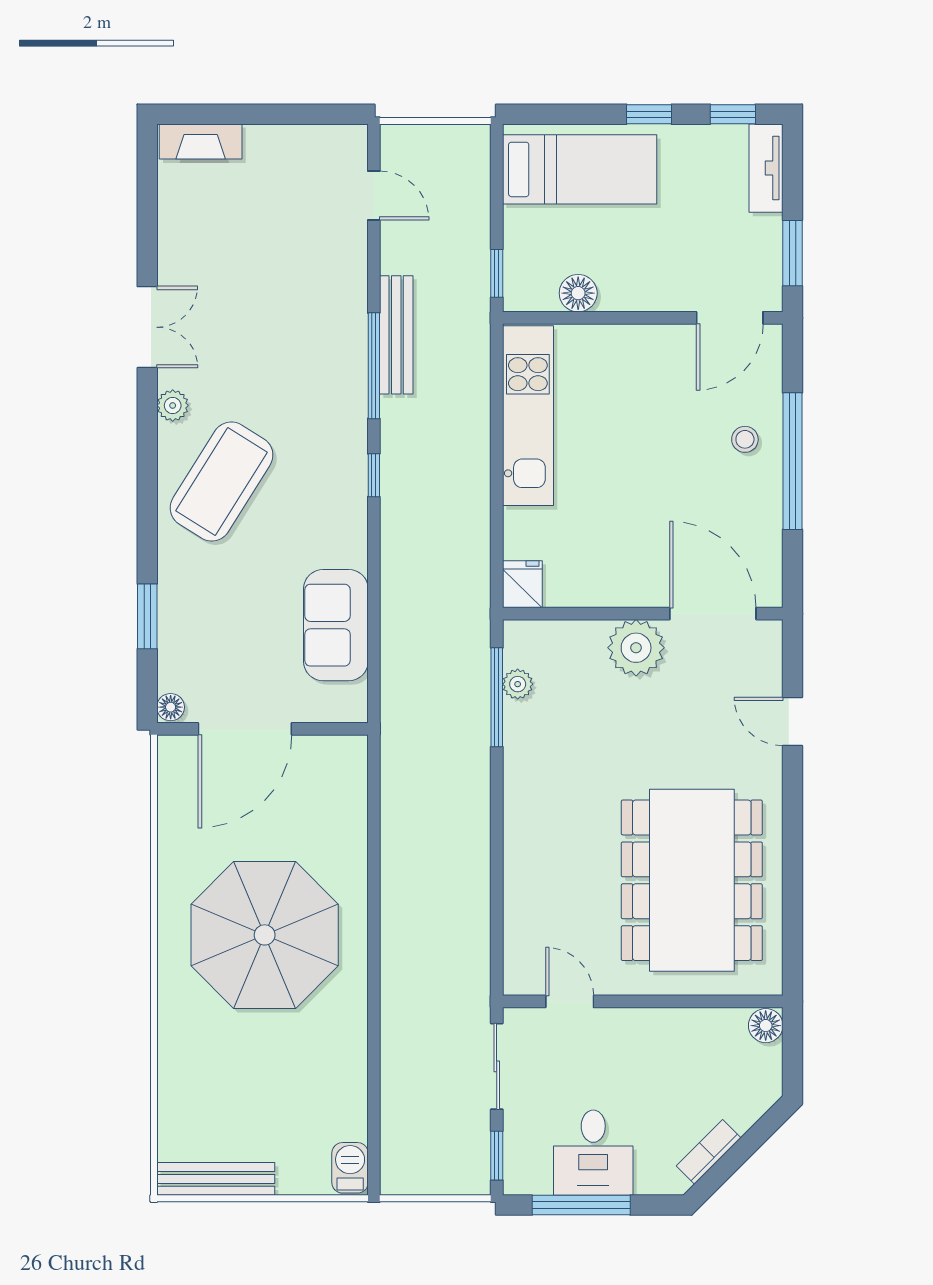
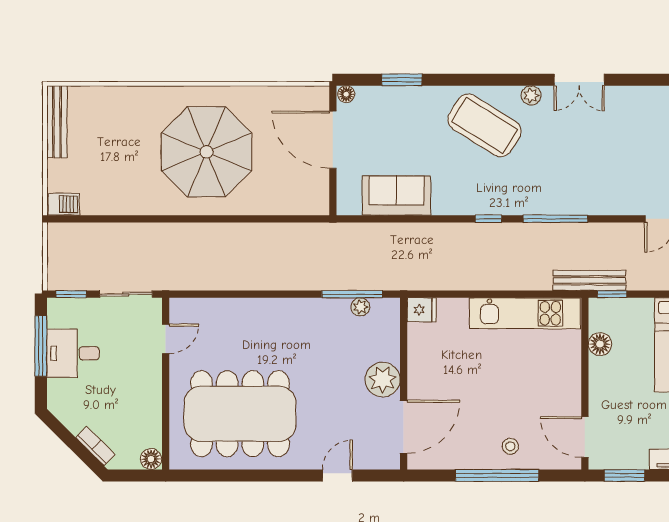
bench: (396, 335) -> (589, 280), moved
bookcase: (709, 1152) -> (95, 446), moved

